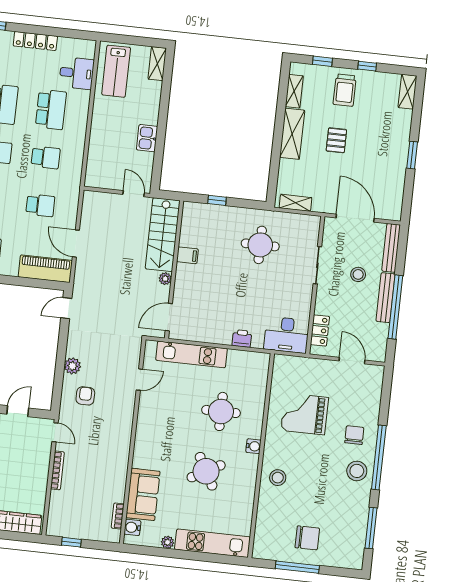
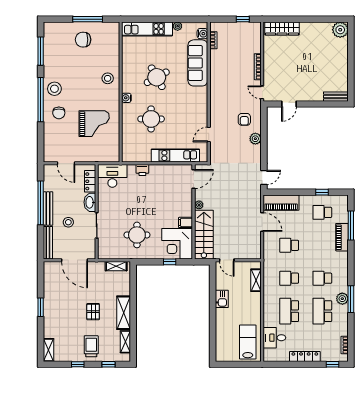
shelving: (157, 64) -> (256, 280), moved
corner desk: (203, 226) -> (177, 244), added
washbasin: (323, 300) -> (90, 202), added
sofa: (143, 494) -> (198, 63), width x1.36

